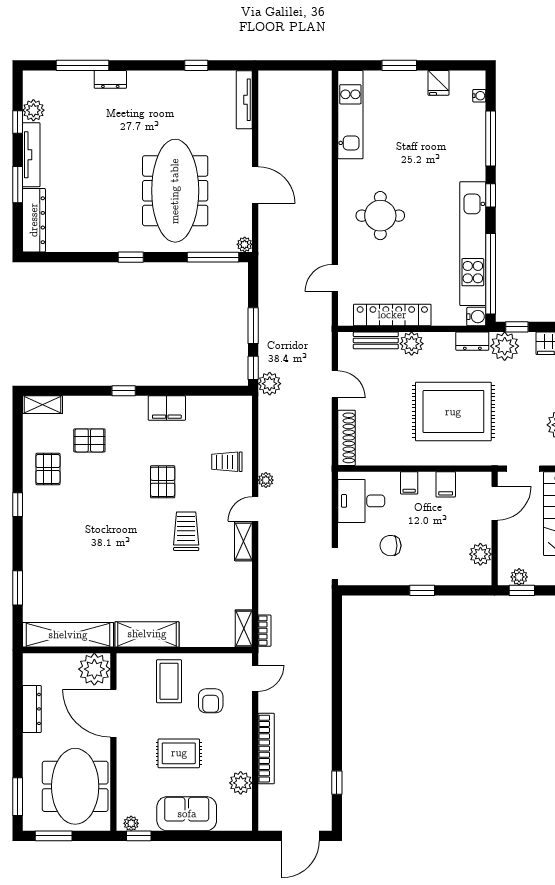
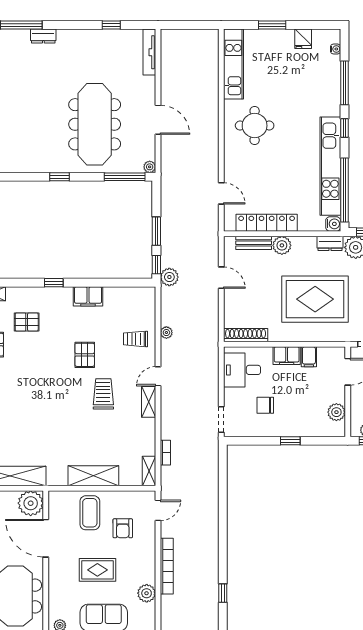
round table: (380, 216) -> (255, 126), moved
door: (335, 278) -> (221, 193), swing flipped
shoe rack: (346, 438) -> (246, 335), moved, turned -90
plant: (266, 480) -> (166, 333), moved
filing cabinet: (409, 483) -> (287, 356), width x2.00
bookcase: (264, 631) -> (165, 453), moved
shelving: (147, 634) -> (93, 476), moved

